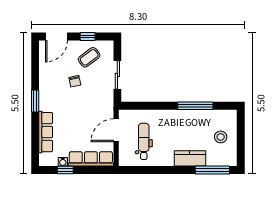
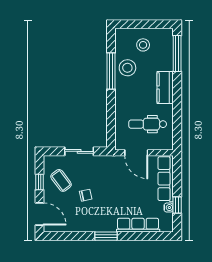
stool: (198, 122) -> (127, 68), added
kitchen counter: (190, 158) -> (165, 88), moved

